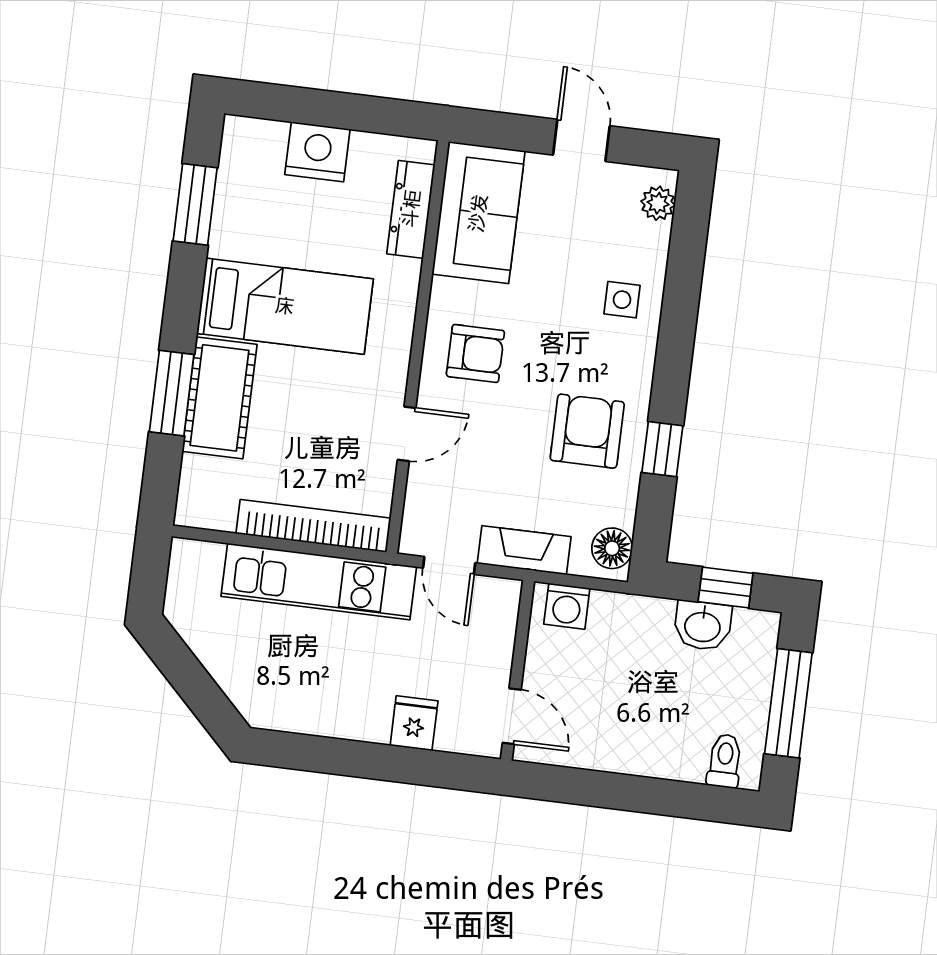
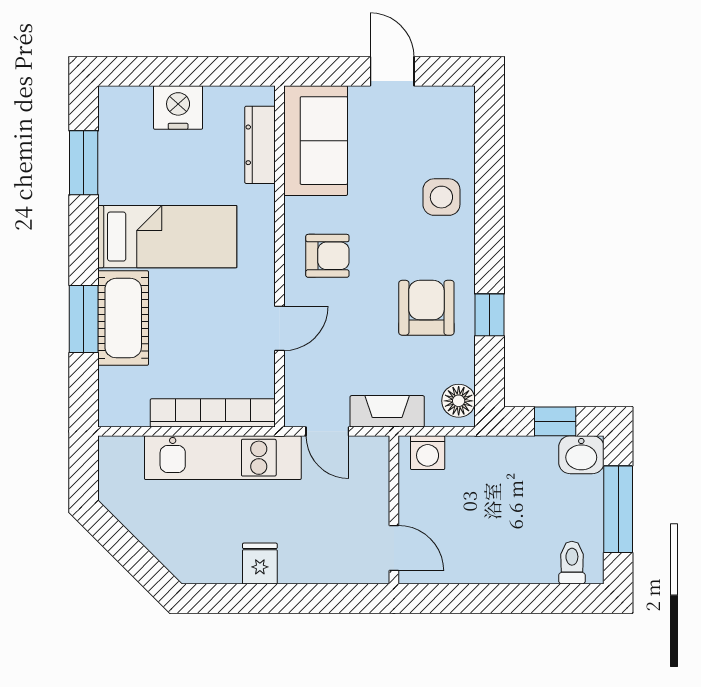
plant: (658, 203) -> (461, 115), removed
side table: (622, 300) -> (441, 197), width x1.37, depth x1.37
washbasin: (703, 626) -> (581, 455), moved
fridge: (414, 723) -> (260, 564), moved

